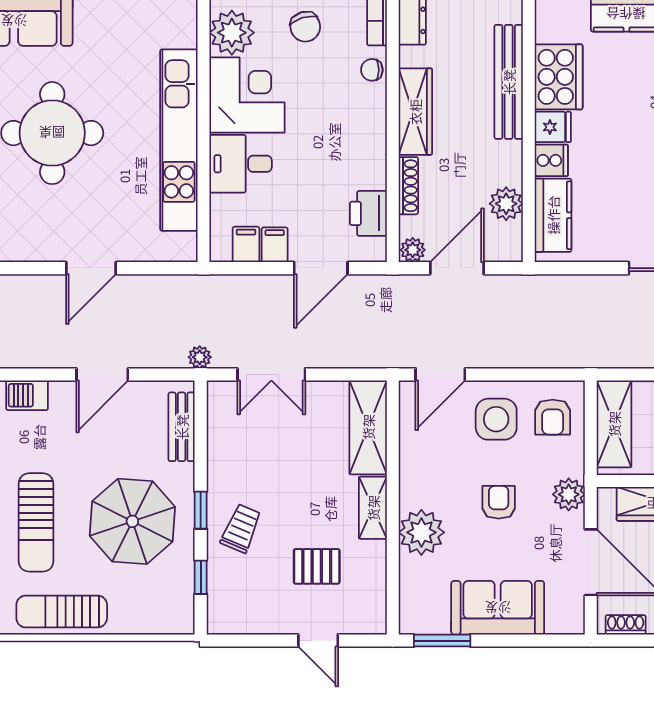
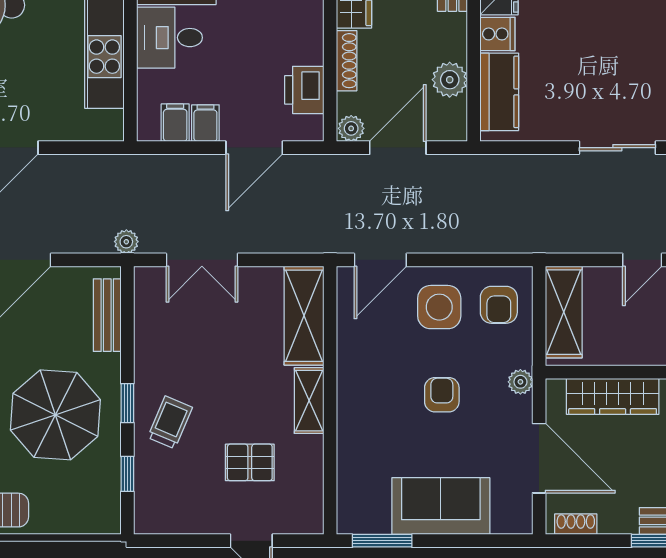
plant: (569, 494) -> (520, 382), width x0.73, depth x0.73
plant: (421, 532) -> (360, 427), removed

